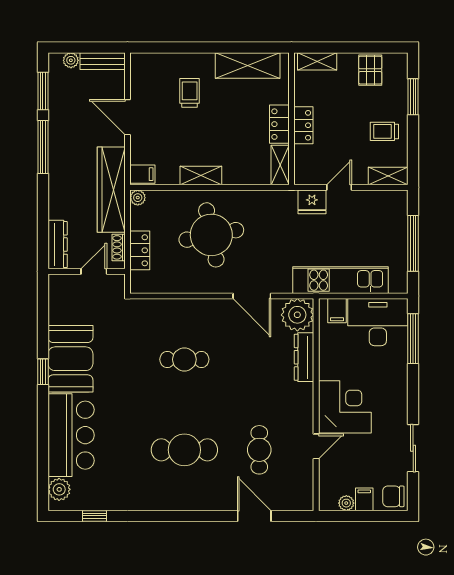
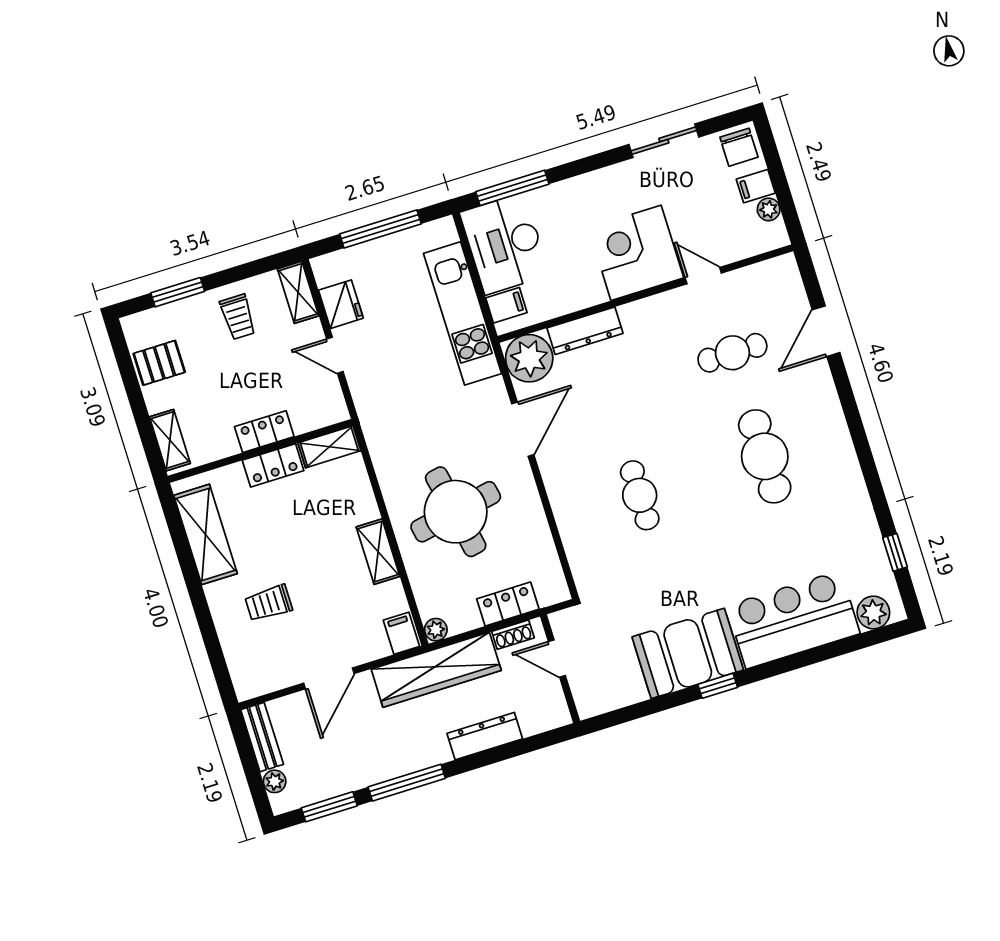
fridge: (312, 202) -> (341, 304), moved
dresser: (58, 245) -> (485, 736), moved

